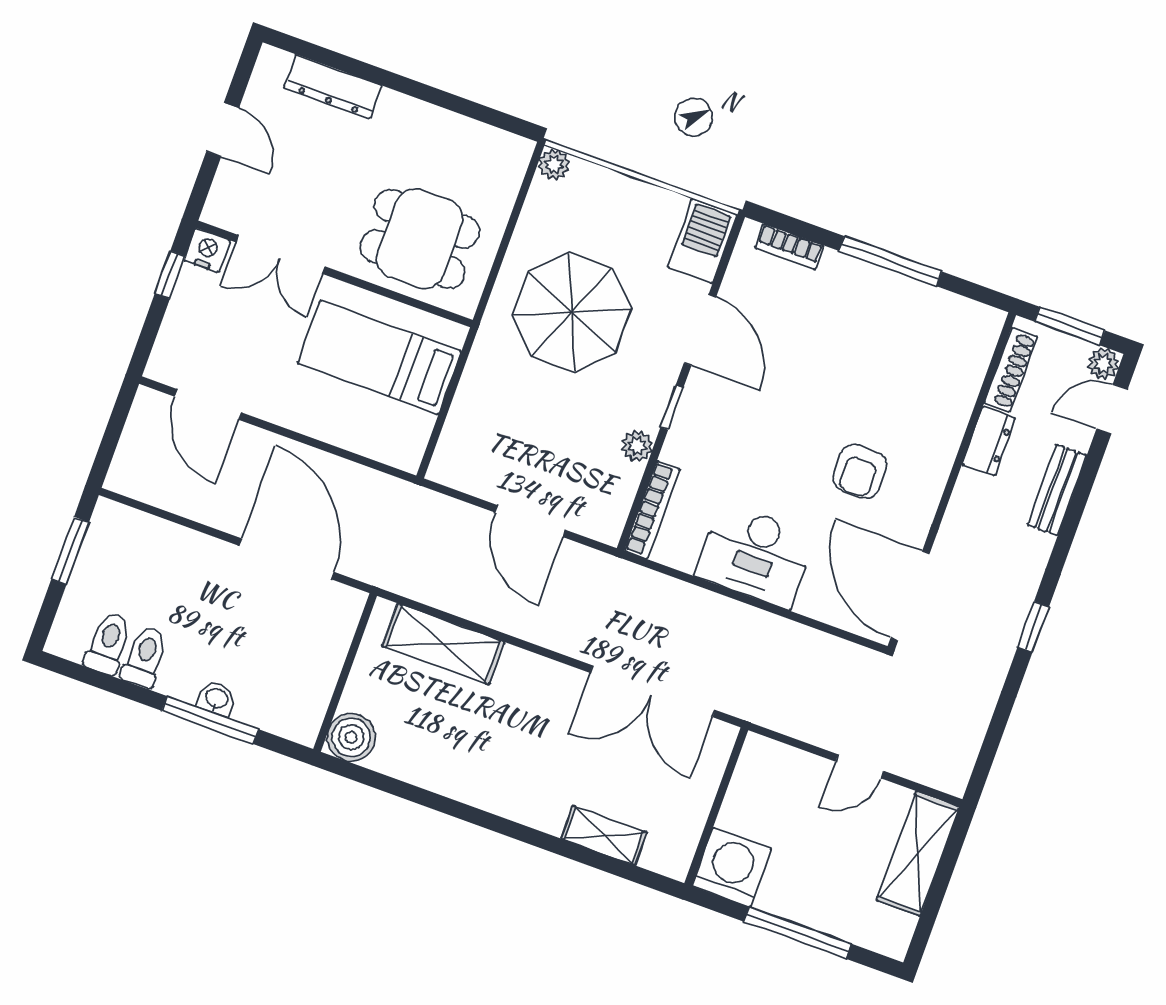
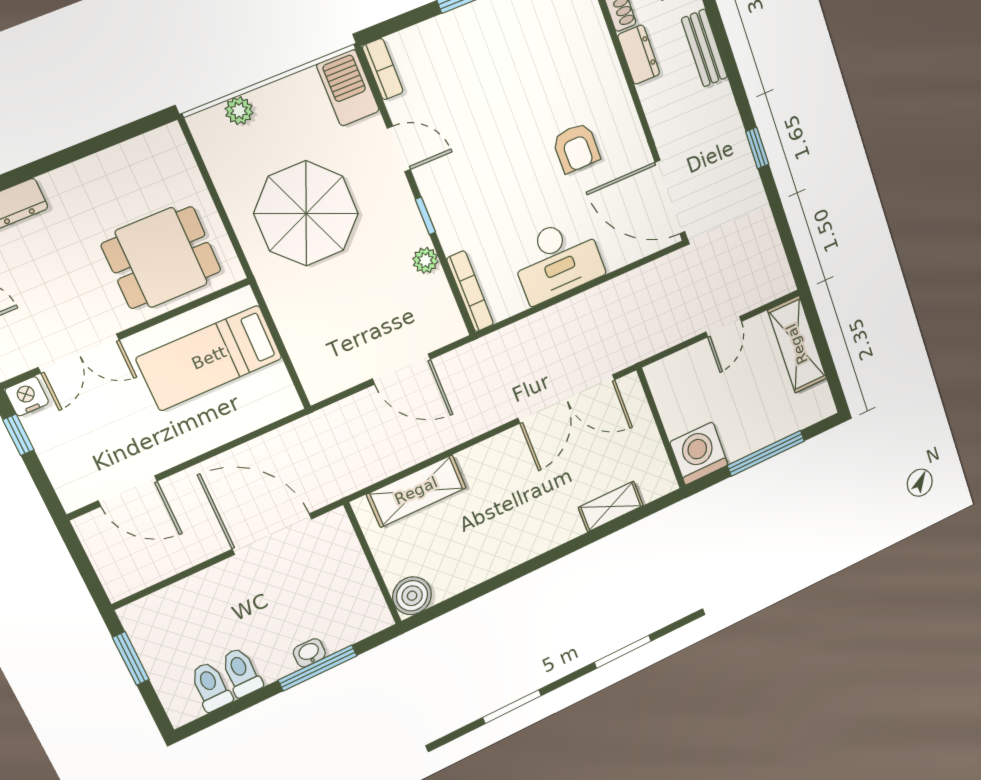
plant: (554, 164) -> (239, 111), moved
bookcase: (789, 247) -> (383, 69), moved, turned -90
door: (700, 330) -> (399, 149), width x0.73

